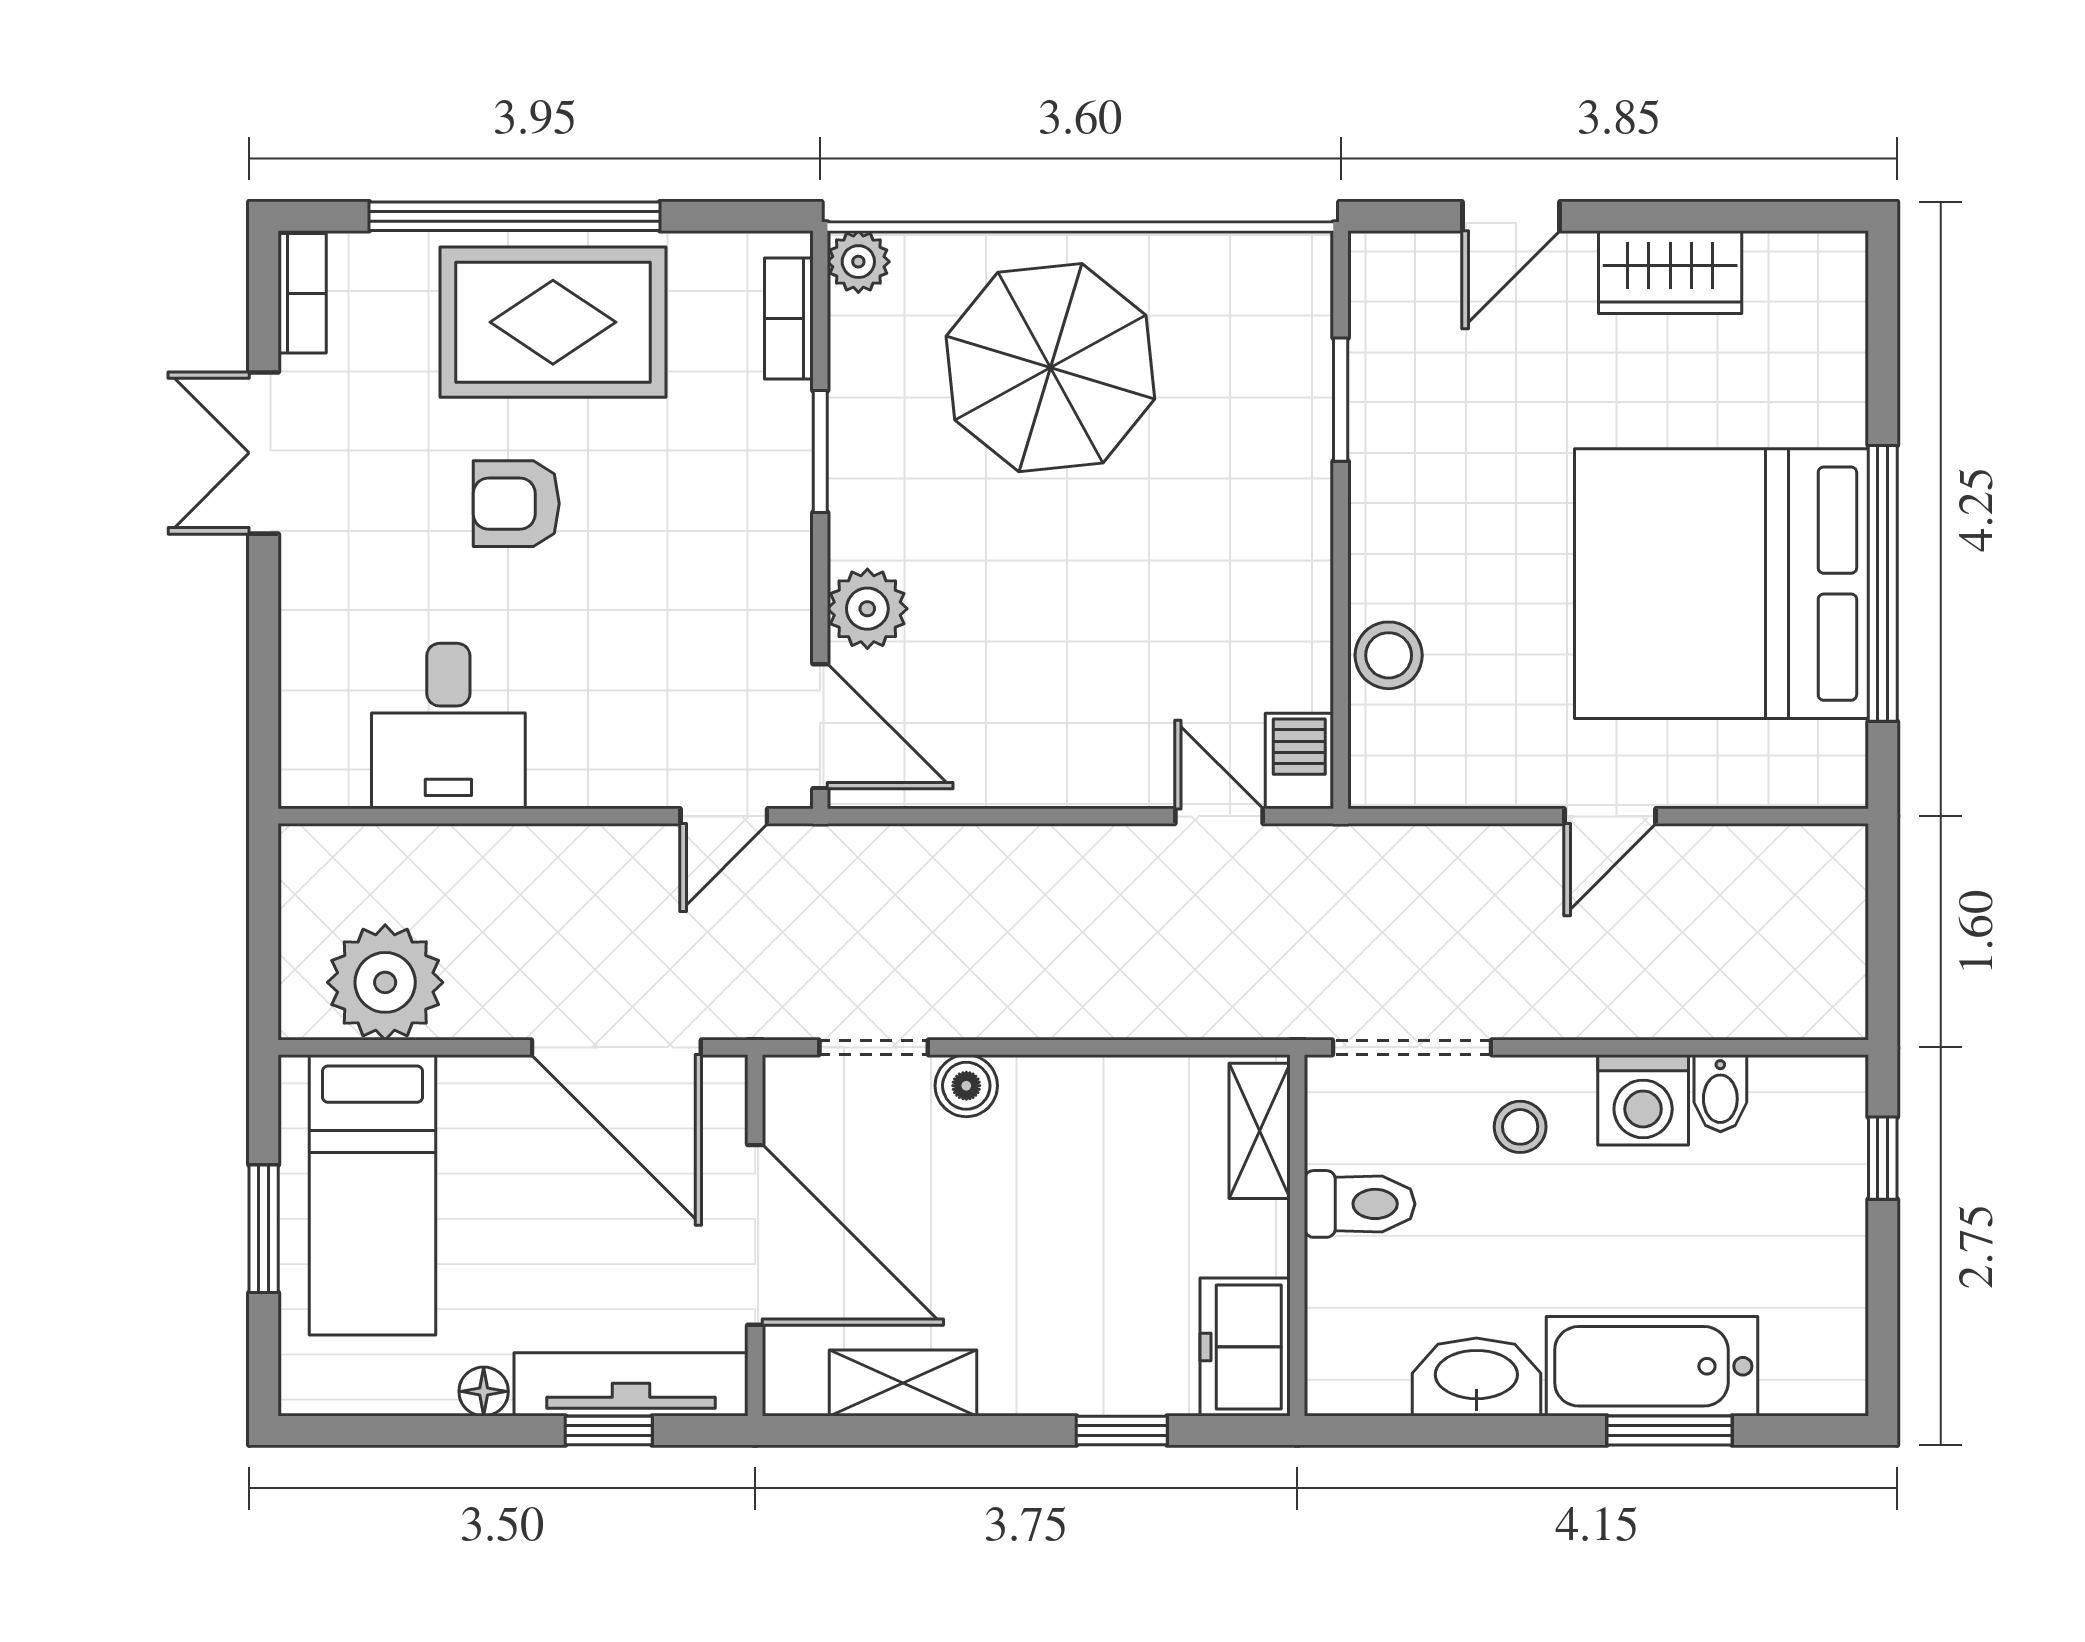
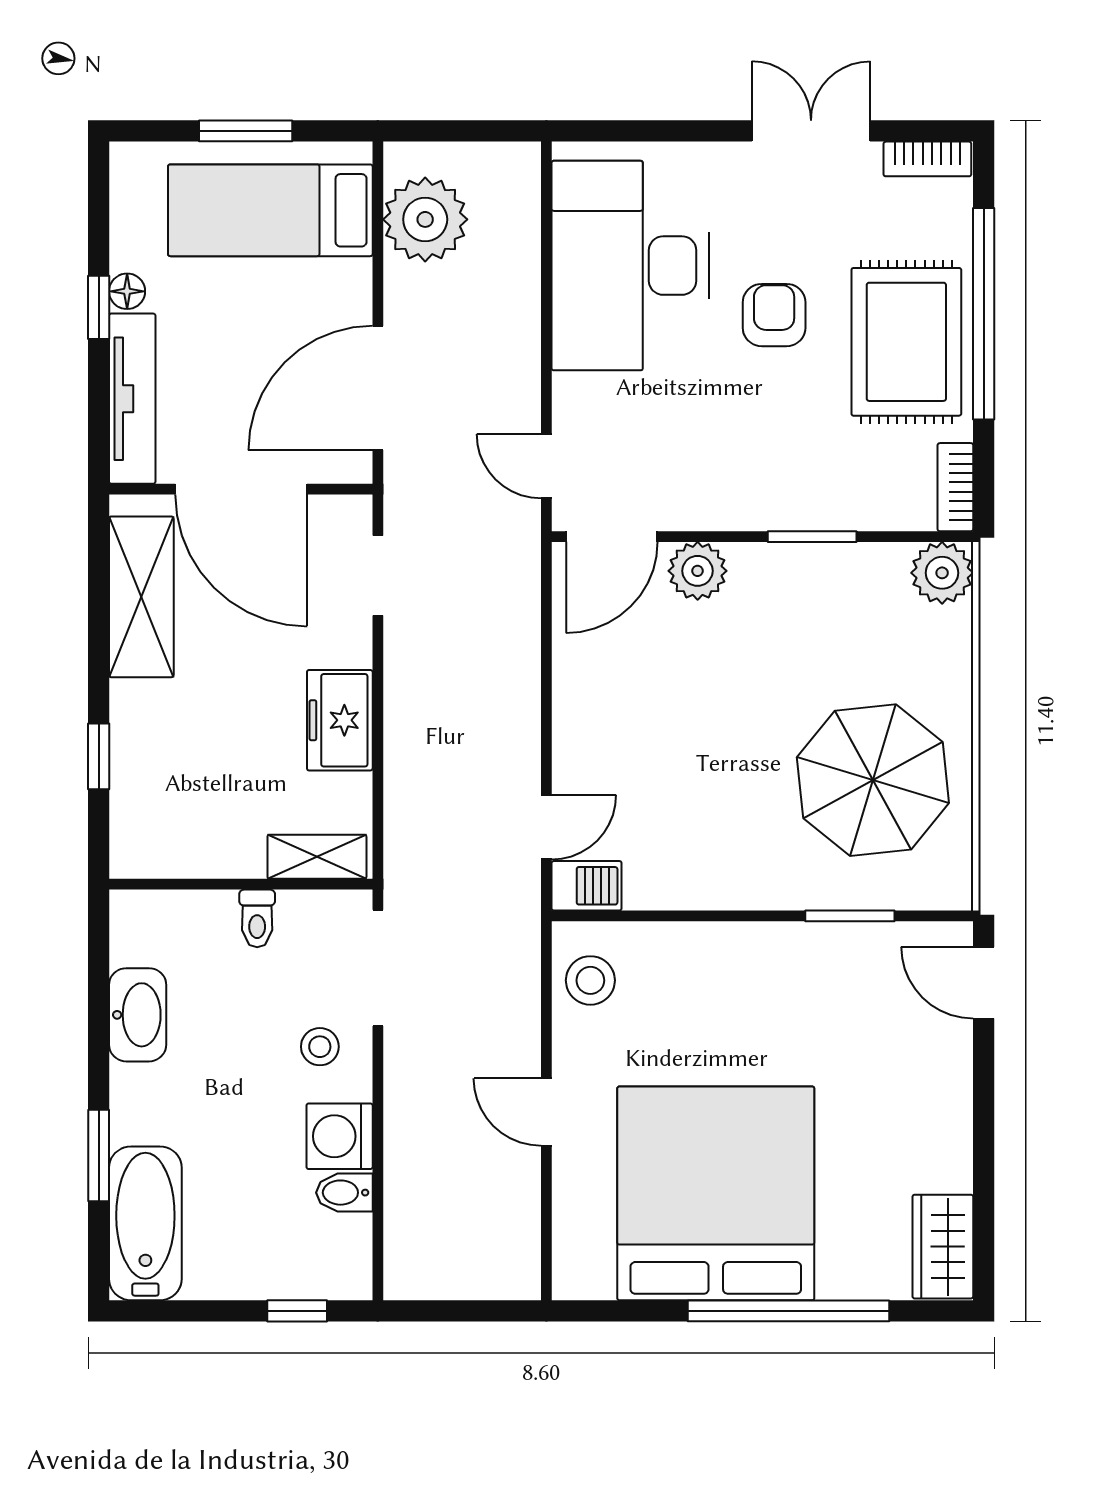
door: (1511, 216) -> (984, 983), moved
plant: (858, 262) -> (942, 573), width x1.38, depth x1.38
wardrobe: (1670, 272) -> (943, 1247), moved
bookcase: (789, 319) -> (955, 487), moved, turned -90
parasol: (1050, 368) -> (873, 780), moved
window: (1883, 583) -> (789, 1311), moved
stool: (1389, 655) -> (590, 980), moved
desk: (448, 726) -> (630, 266), width x1.87, depth x1.30
boiler: (966, 1086) -> (350, 643), removed
toilet: (1360, 1204) -> (257, 918), width x0.73, depth x0.72
door: (755, 1235) -> (241, 489), hinge flipped
freezer: (1245, 1347) -> (340, 720), moved, turned -90
bathtub: (1652, 1366) -> (145, 1223), moved
shelving: (903, 1383) -> (141, 597), width x1.50, depth x1.33
window: (609, 1431) -> (99, 307), moved

